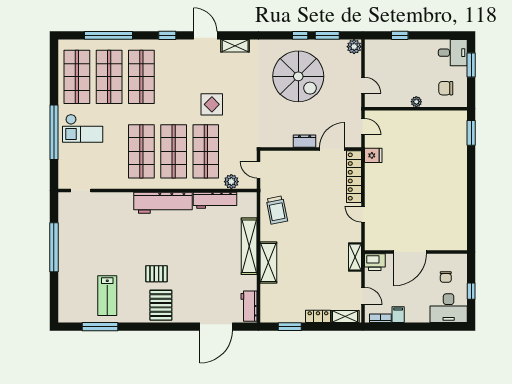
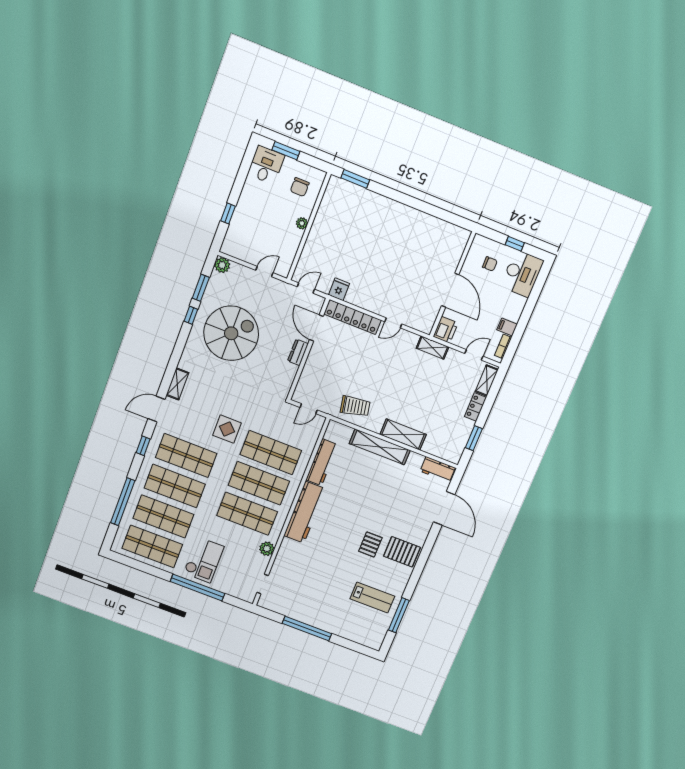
shop shelf: (174, 77) -> (186, 455), added
plant: (231, 182) -> (267, 549), moved

